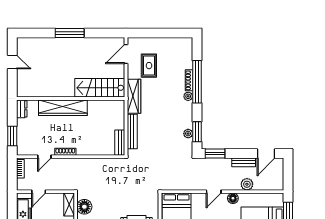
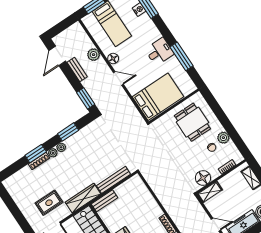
window: (197, 82) -> (36, 154), width x0.47
window: (197, 132) -> (68, 132), moved
plant: (188, 134) -> (61, 147), moved
bench: (120, 143) -> (104, 201), moved
door: (266, 154) -> (57, 56), swing flipped

